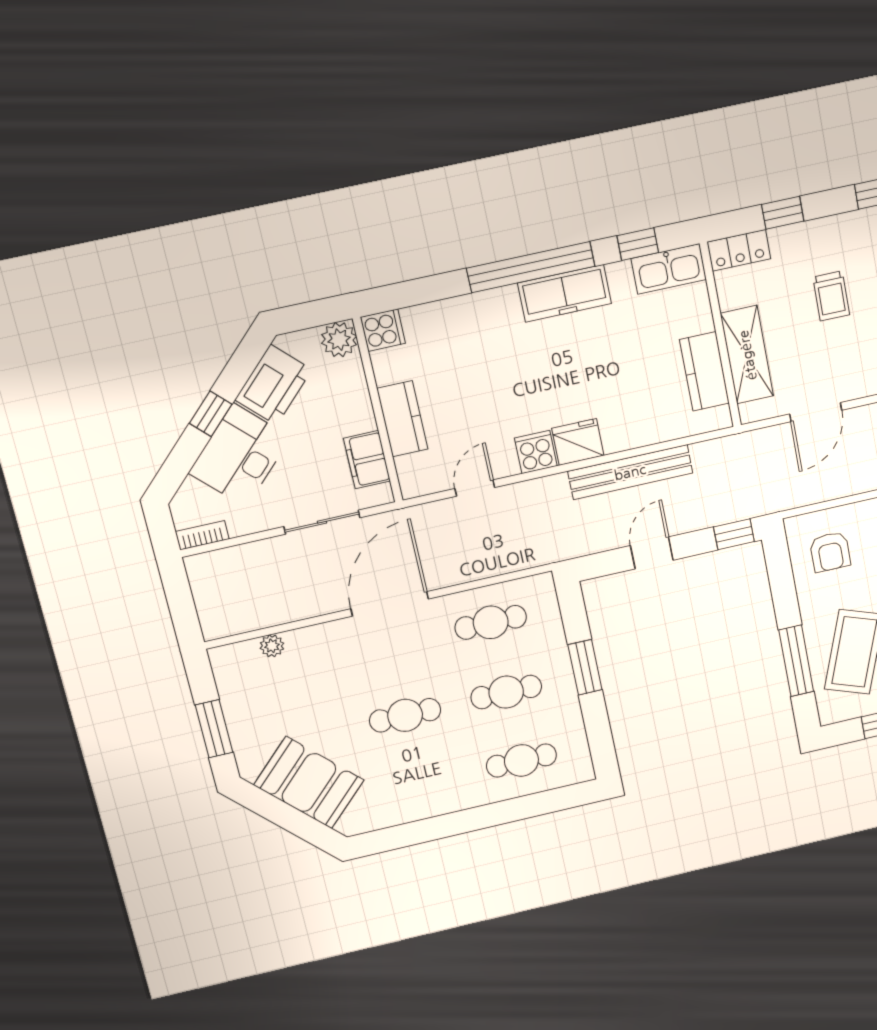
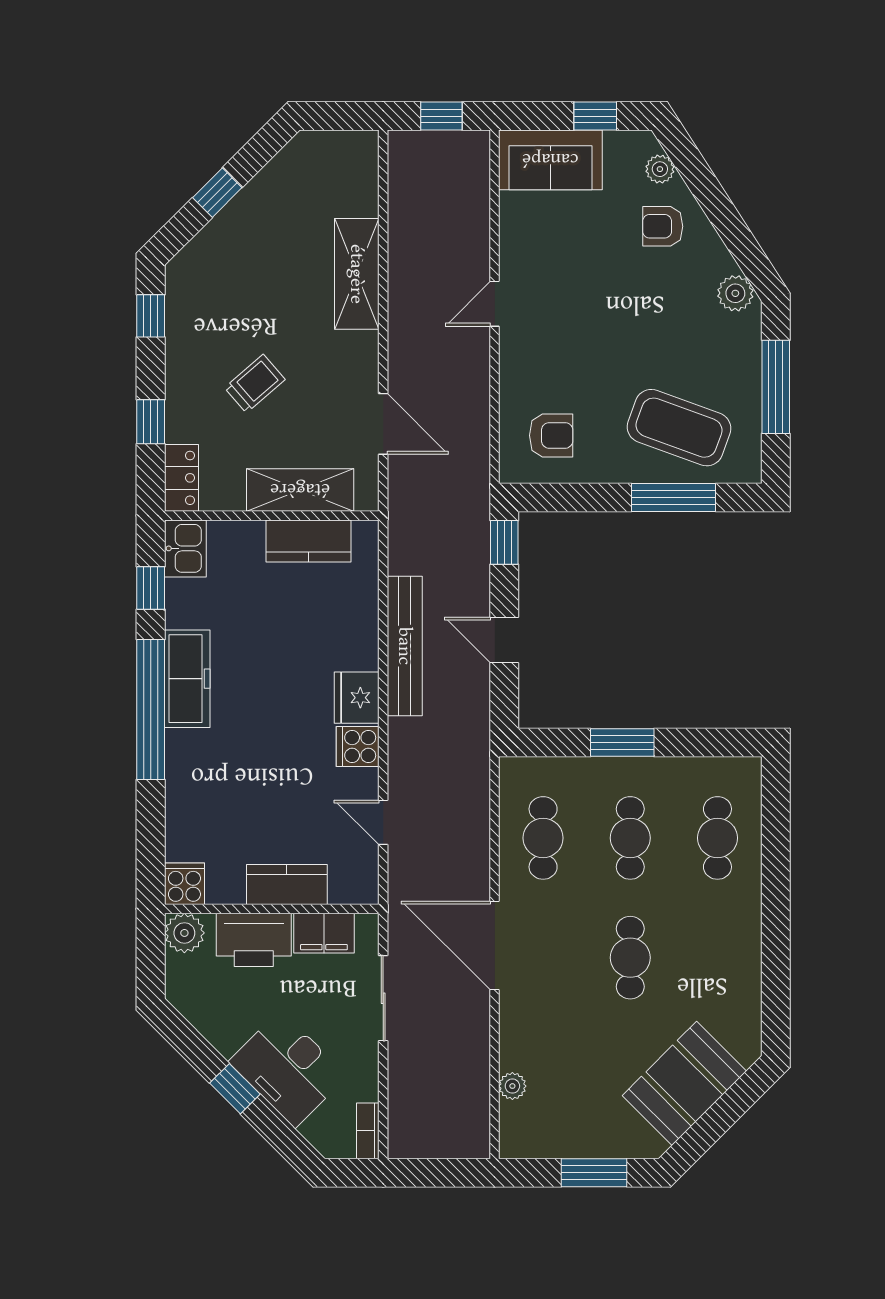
kitchen sink: (669, 269) -> (185, 548), width x0.73
trolley: (831, 296) -> (255, 384), turned -41
printer: (273, 385) -> (254, 940), moved, turned 135

